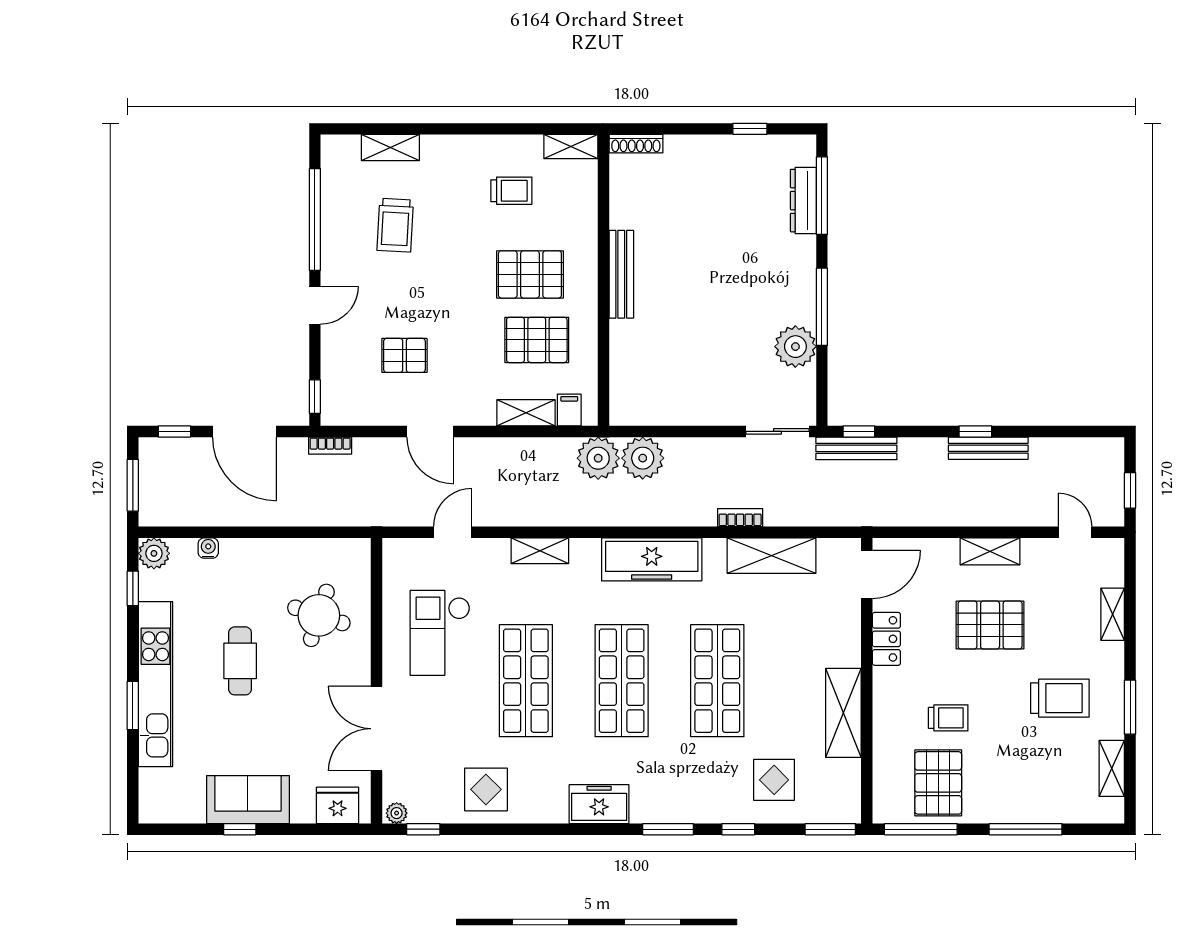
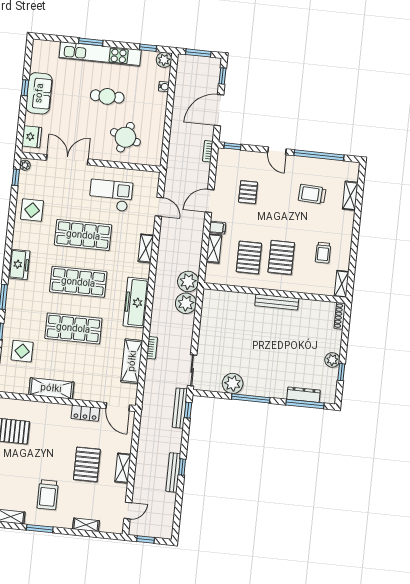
plant: (727, 149) -> (332, 360), added
filing cabinet: (569, 410) -> (217, 228), moved
trolley: (948, 718) -> (44, 439), removed

